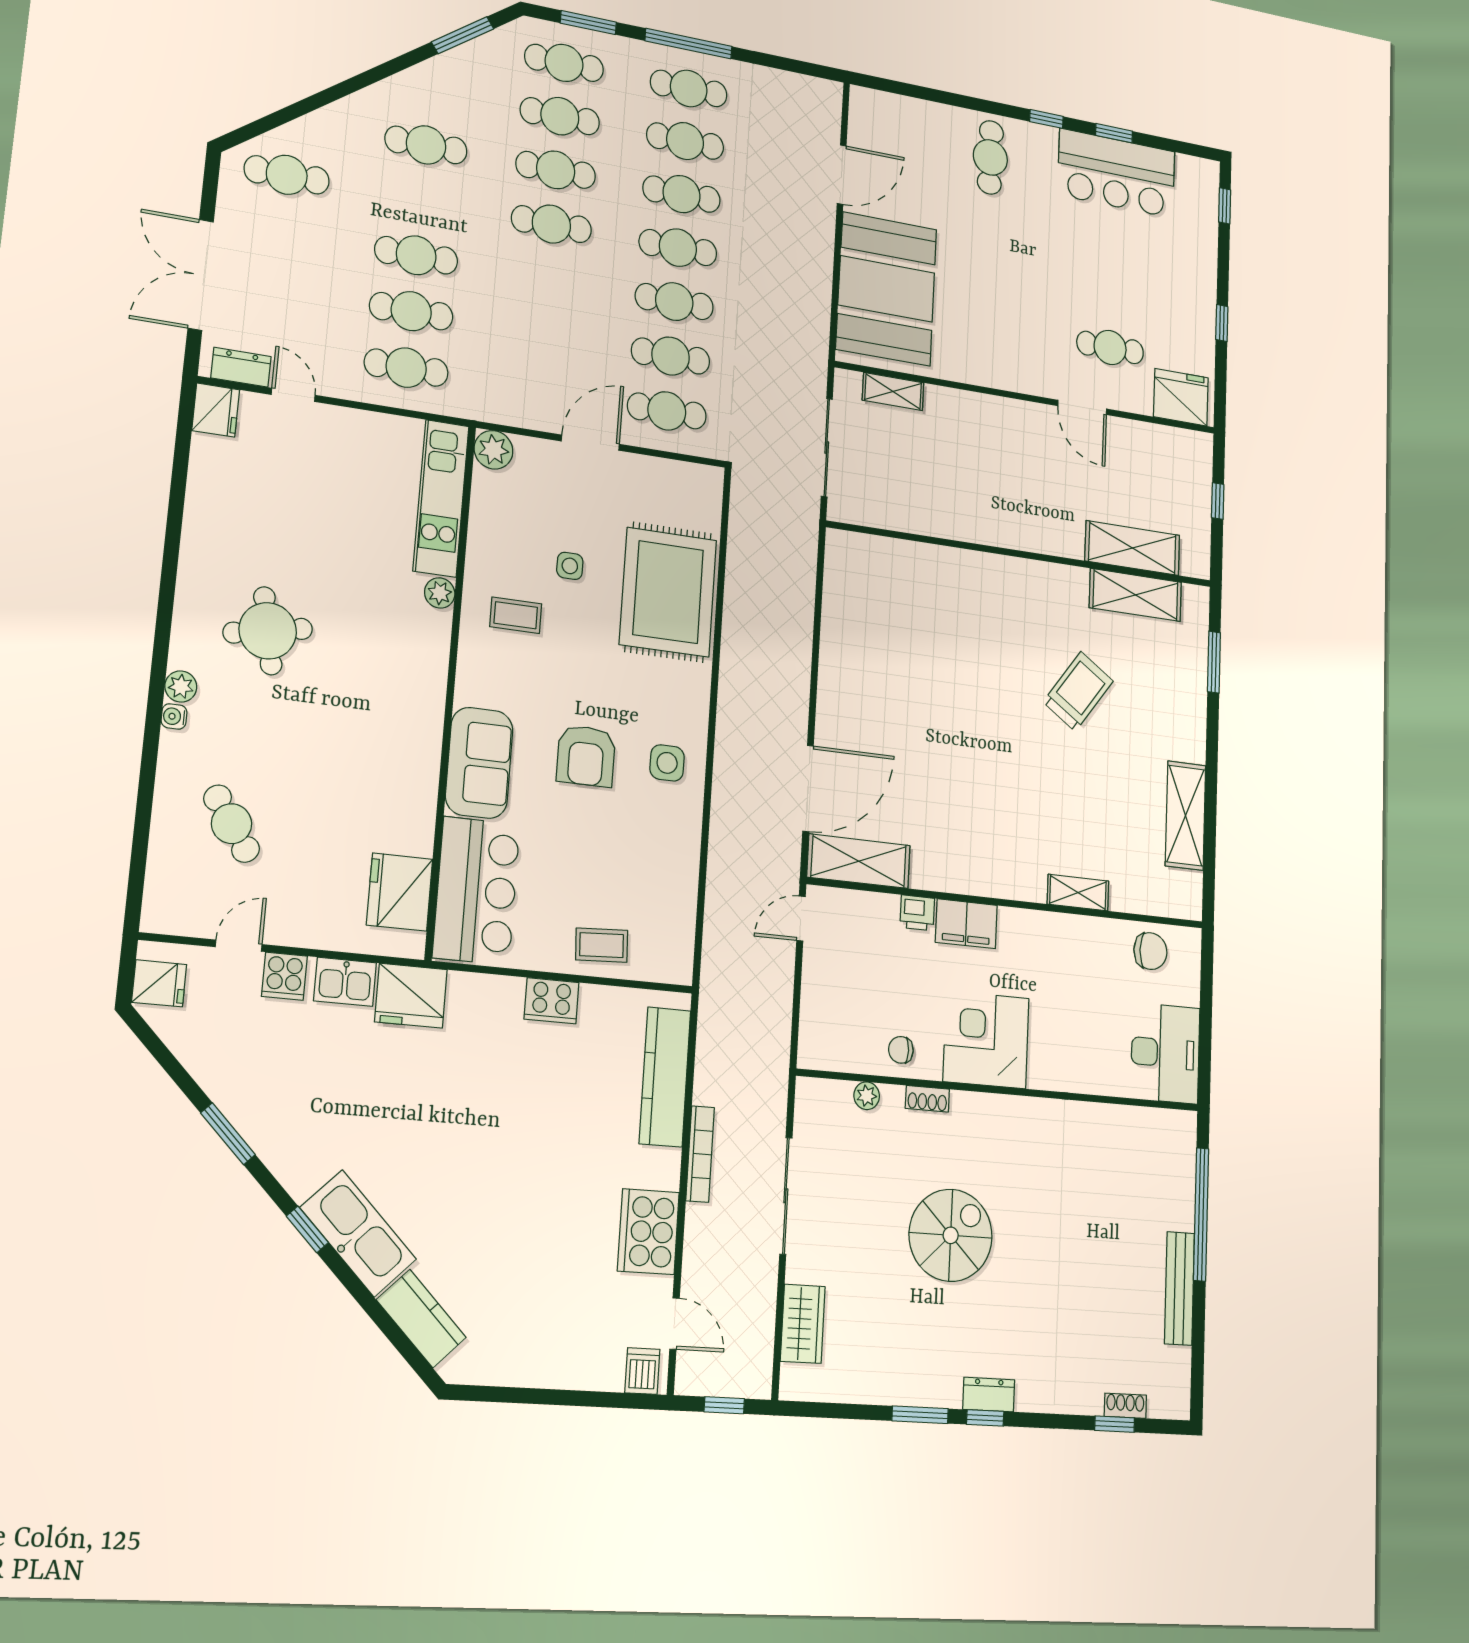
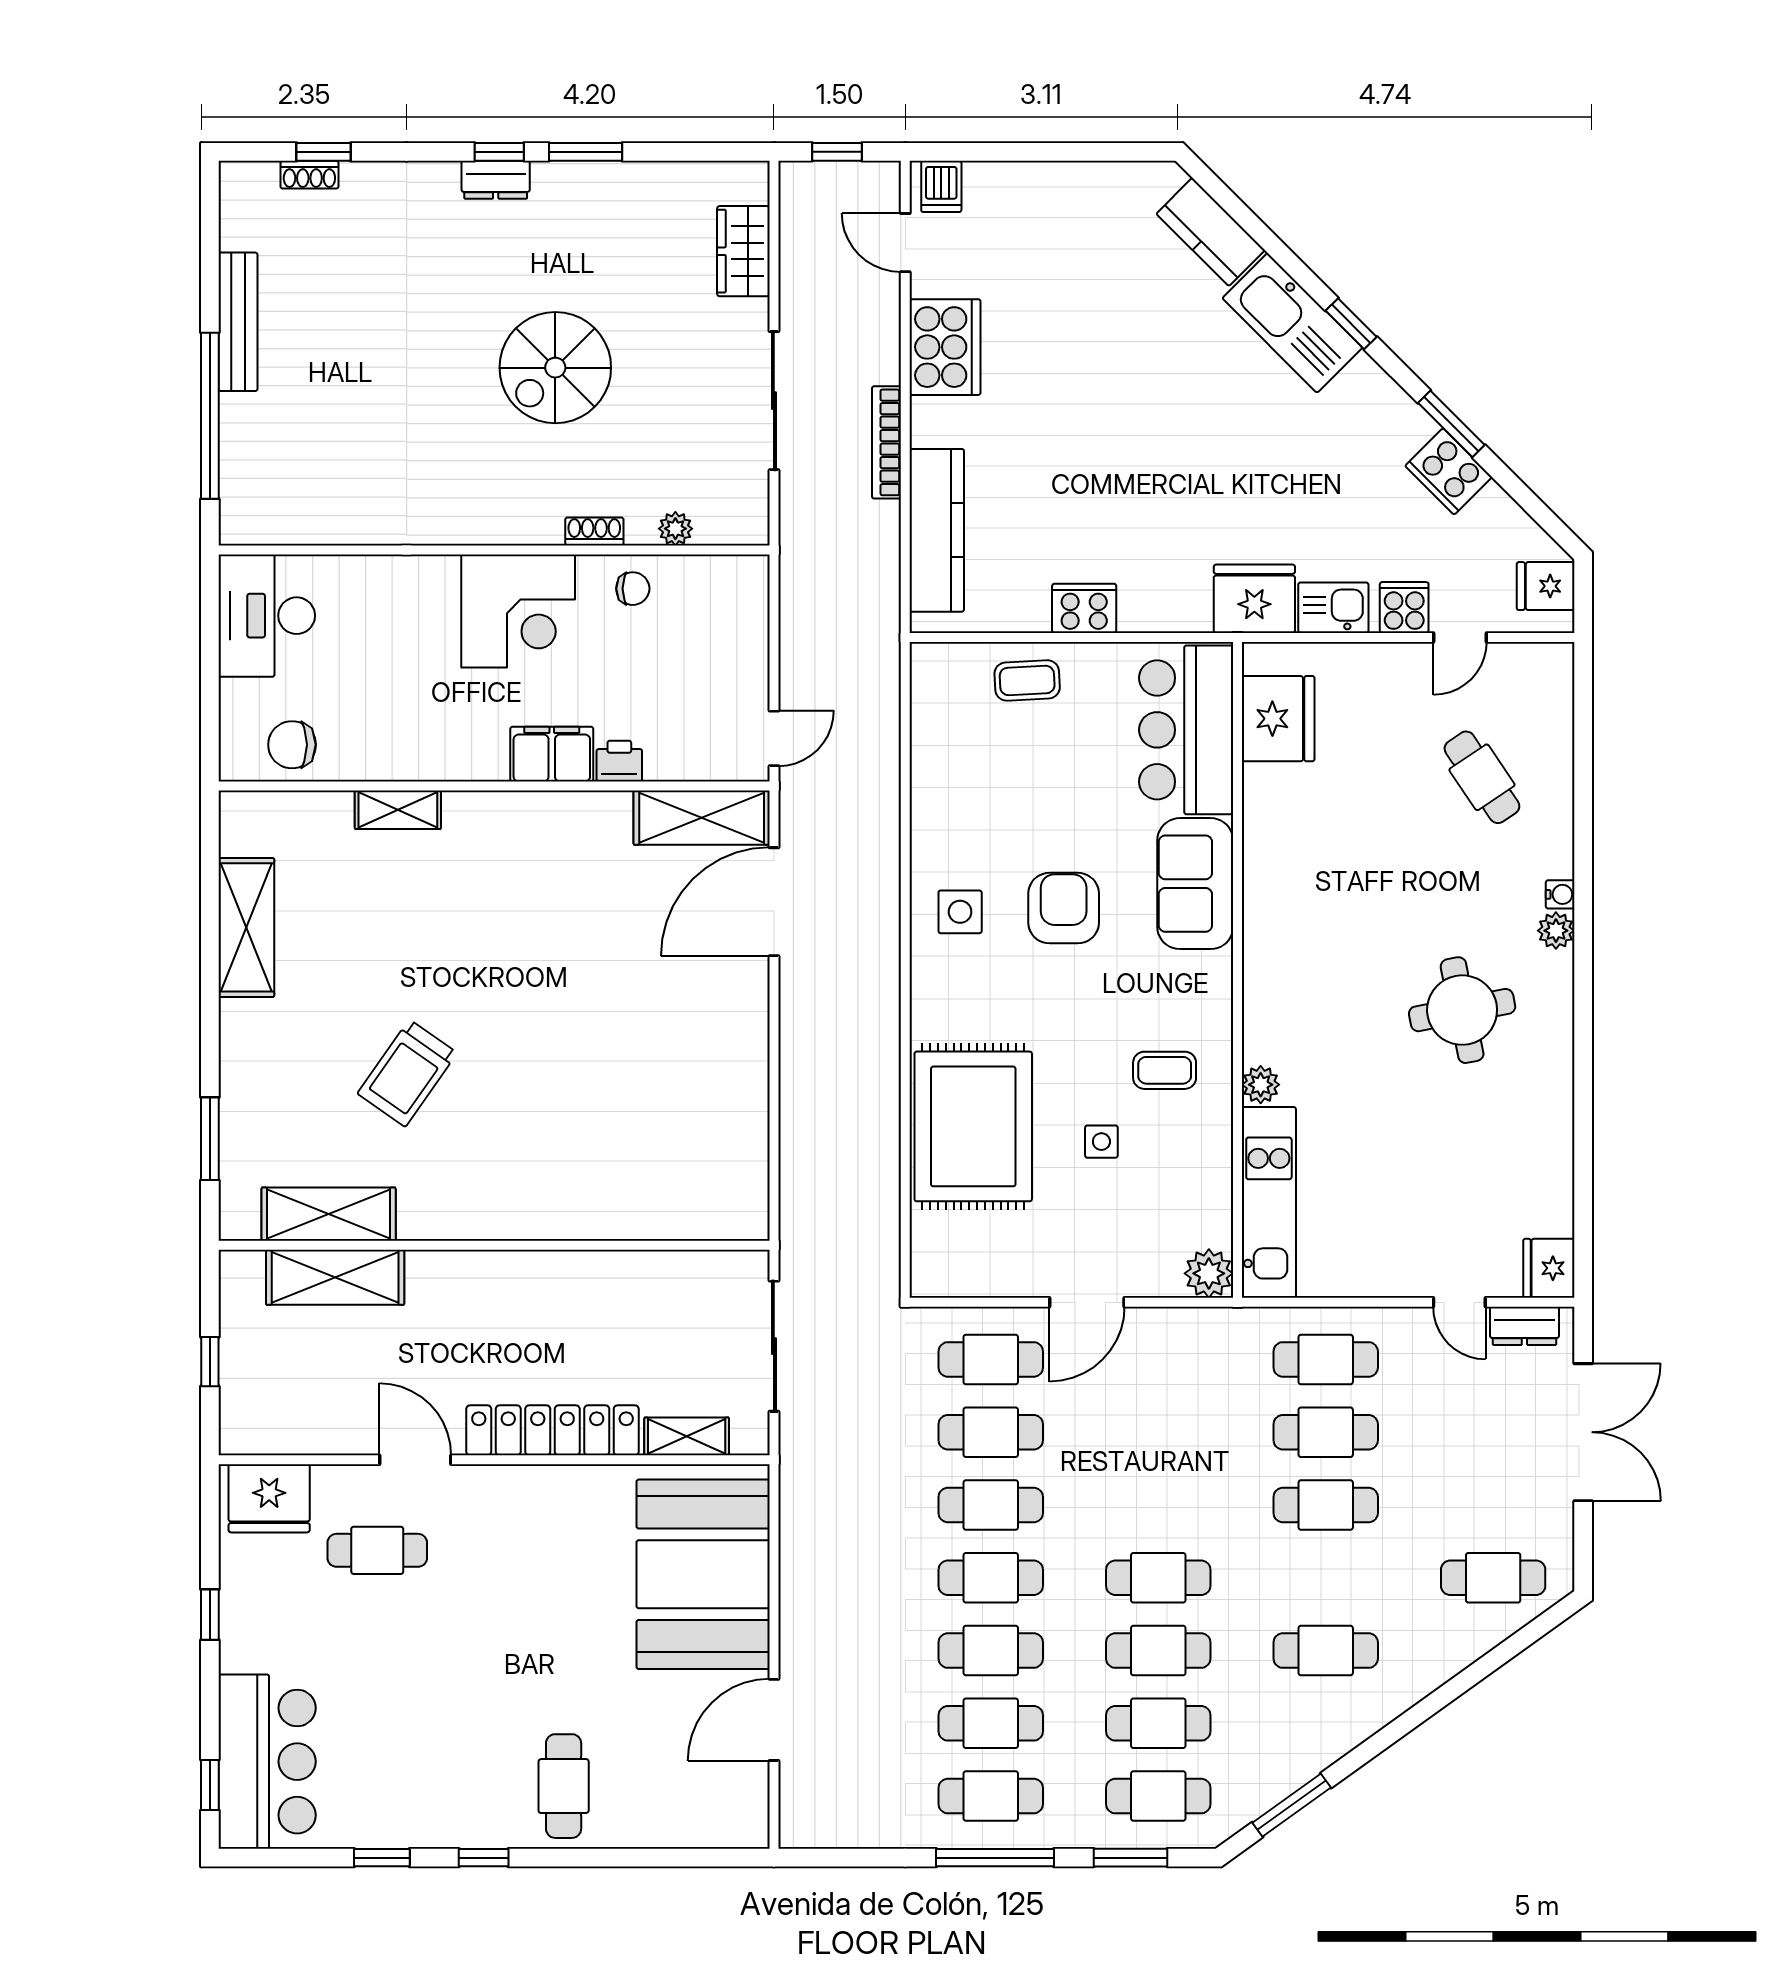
bar counter: (1117, 173) -> (267, 1762), moved, turned 90
locker: (987, 412) -> (552, 1430), added
cooker: (235, 1092) -> (1448, 471), added

